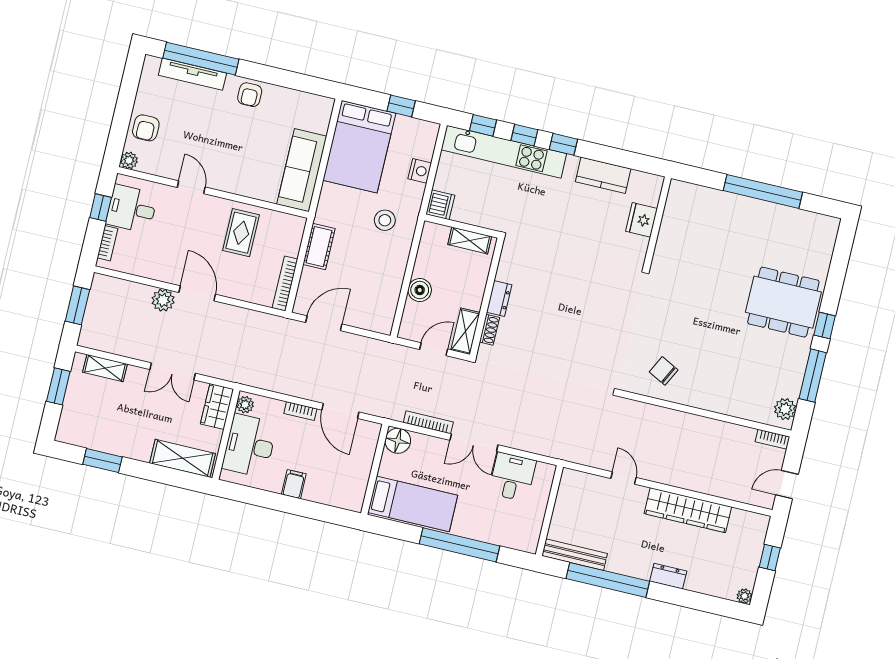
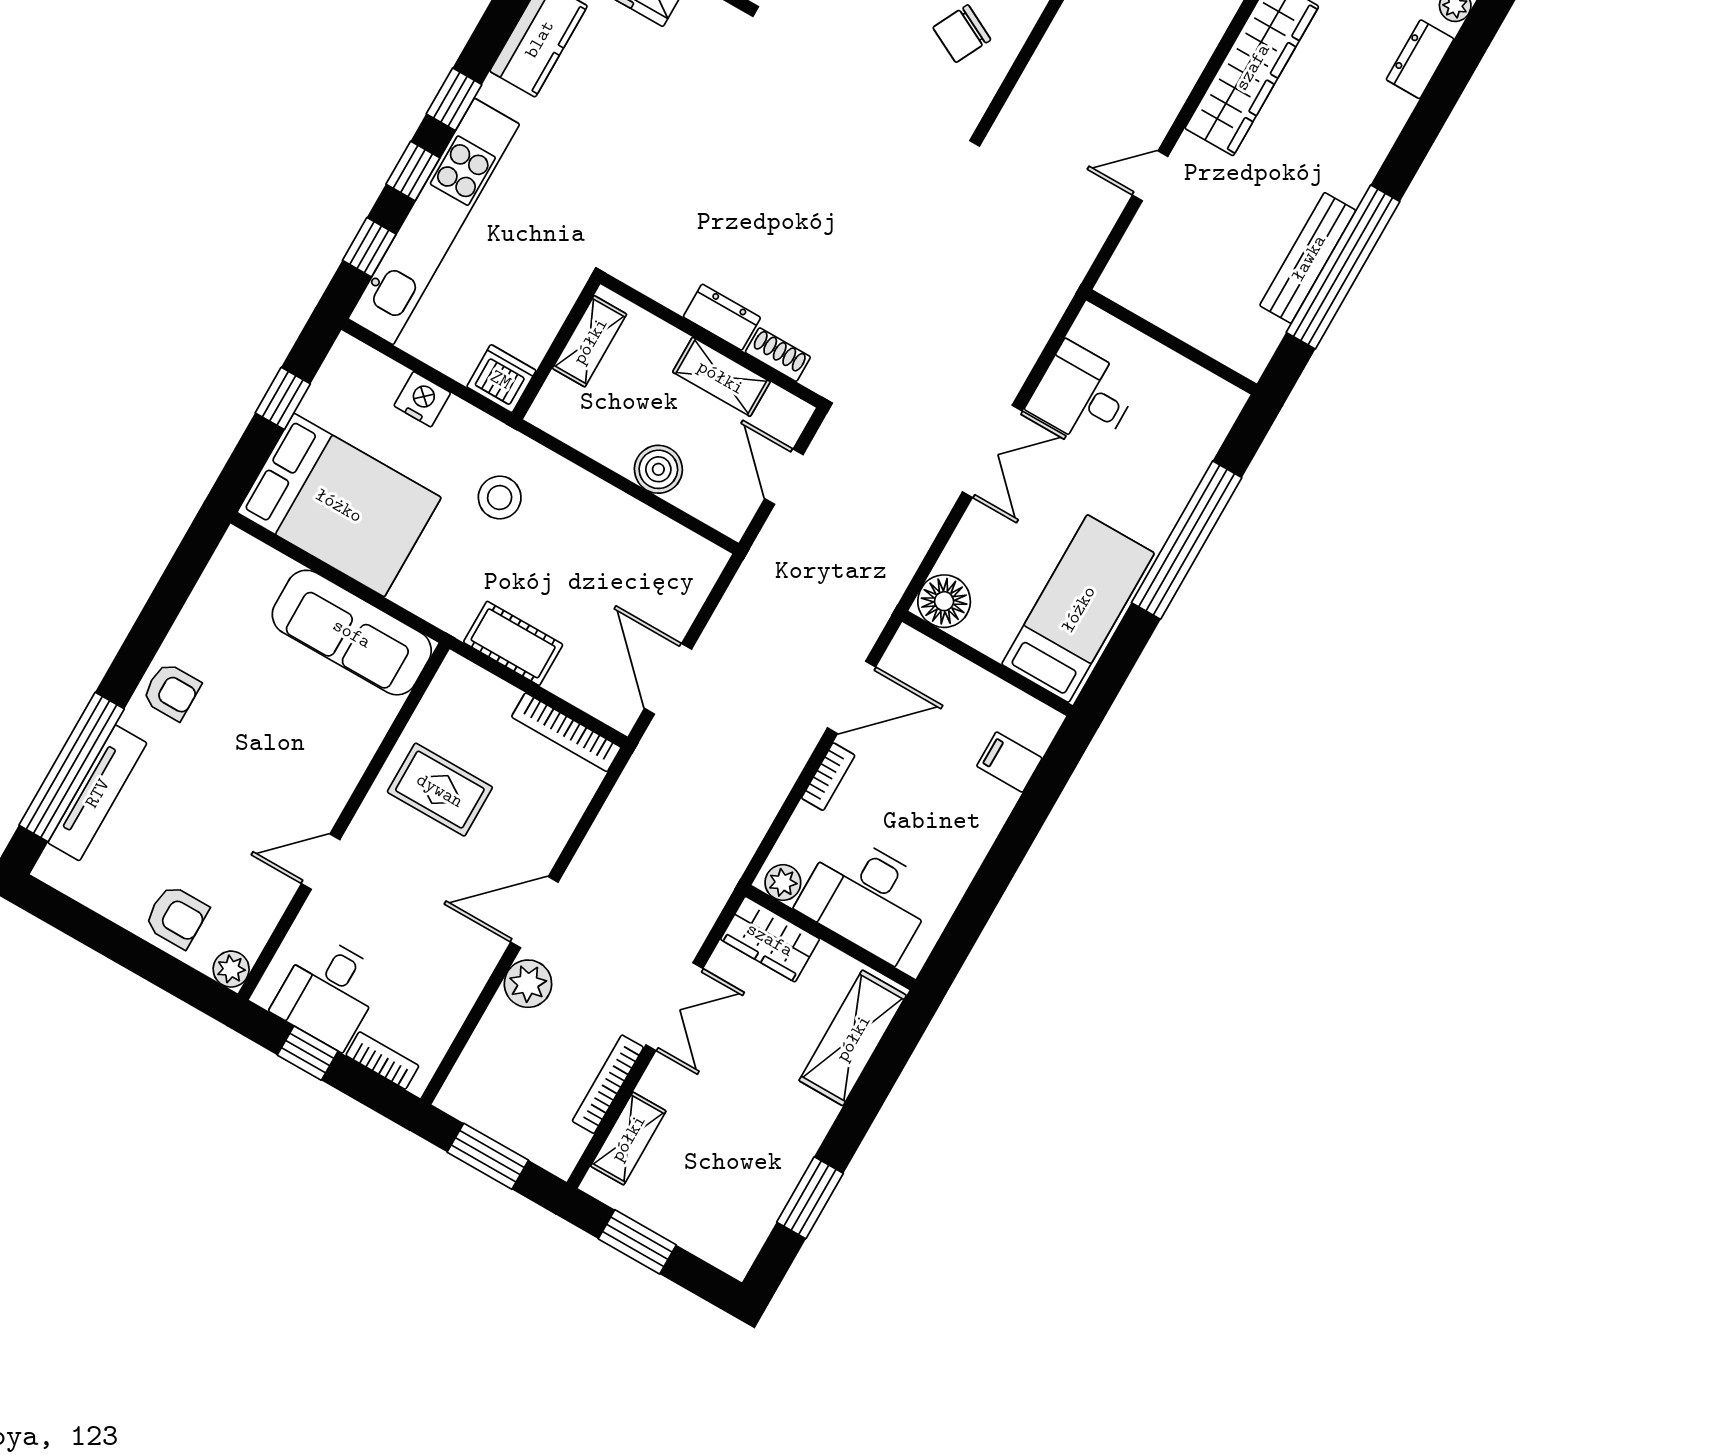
shelving: (465, 331) -> (721, 377), moved
bookcase: (428, 422) -> (608, 1084), moved
filing cabinet: (294, 484) -> (1009, 762), moved
bench: (575, 555) -> (1308, 258), moved
dresser: (668, 576) -> (1420, 59), moved

